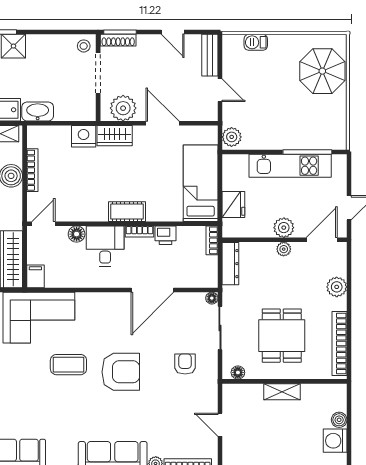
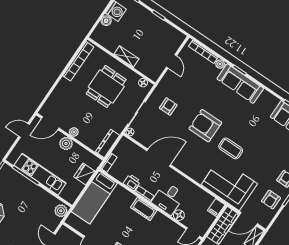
plant: (337, 287) -> (59, 93), removed
armchair: (185, 364) -> (168, 106), turned 180

